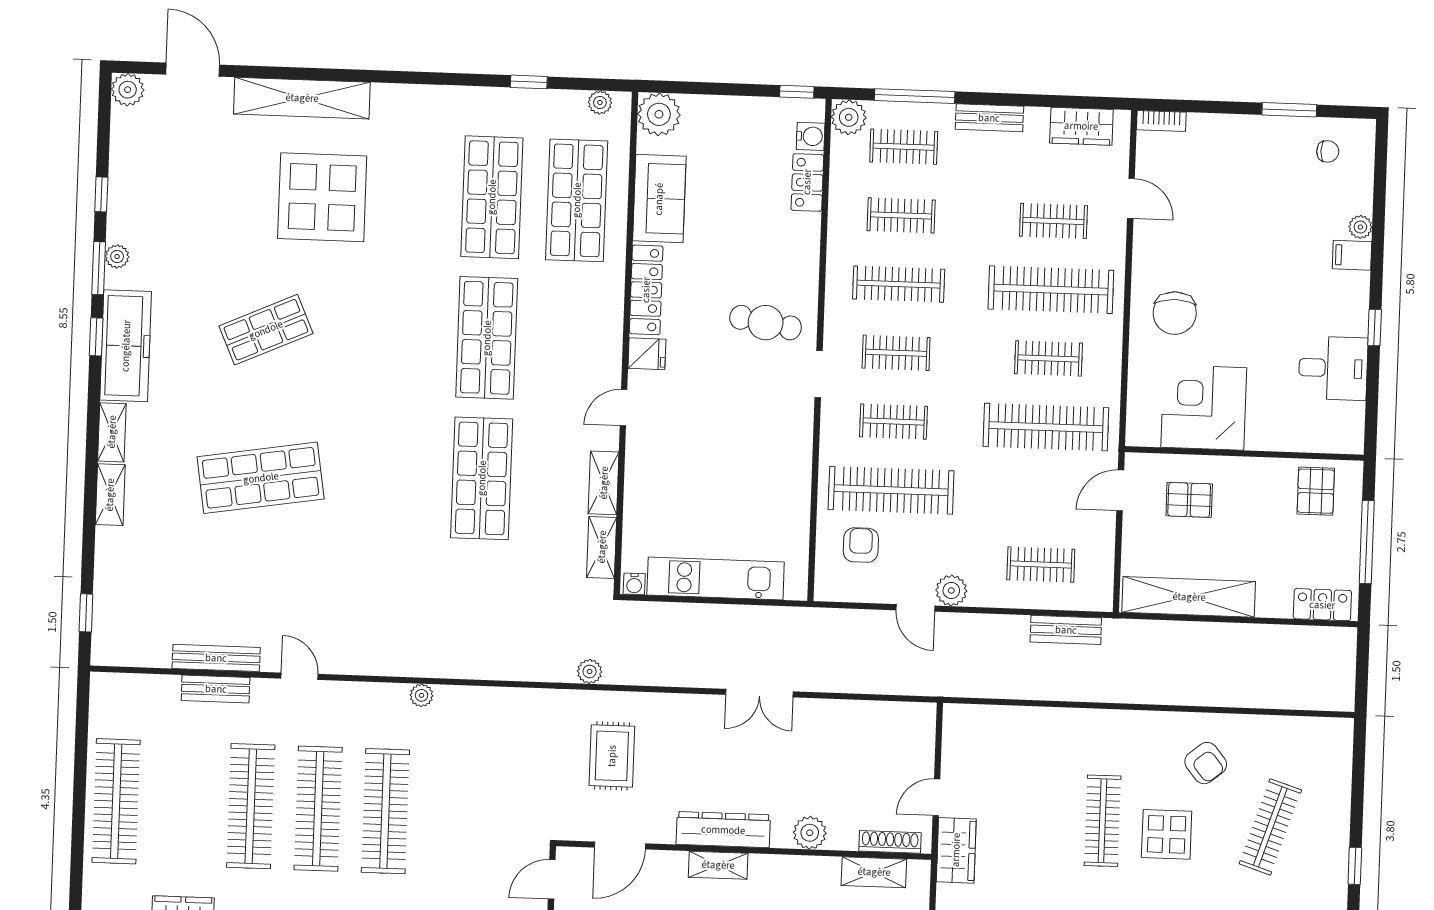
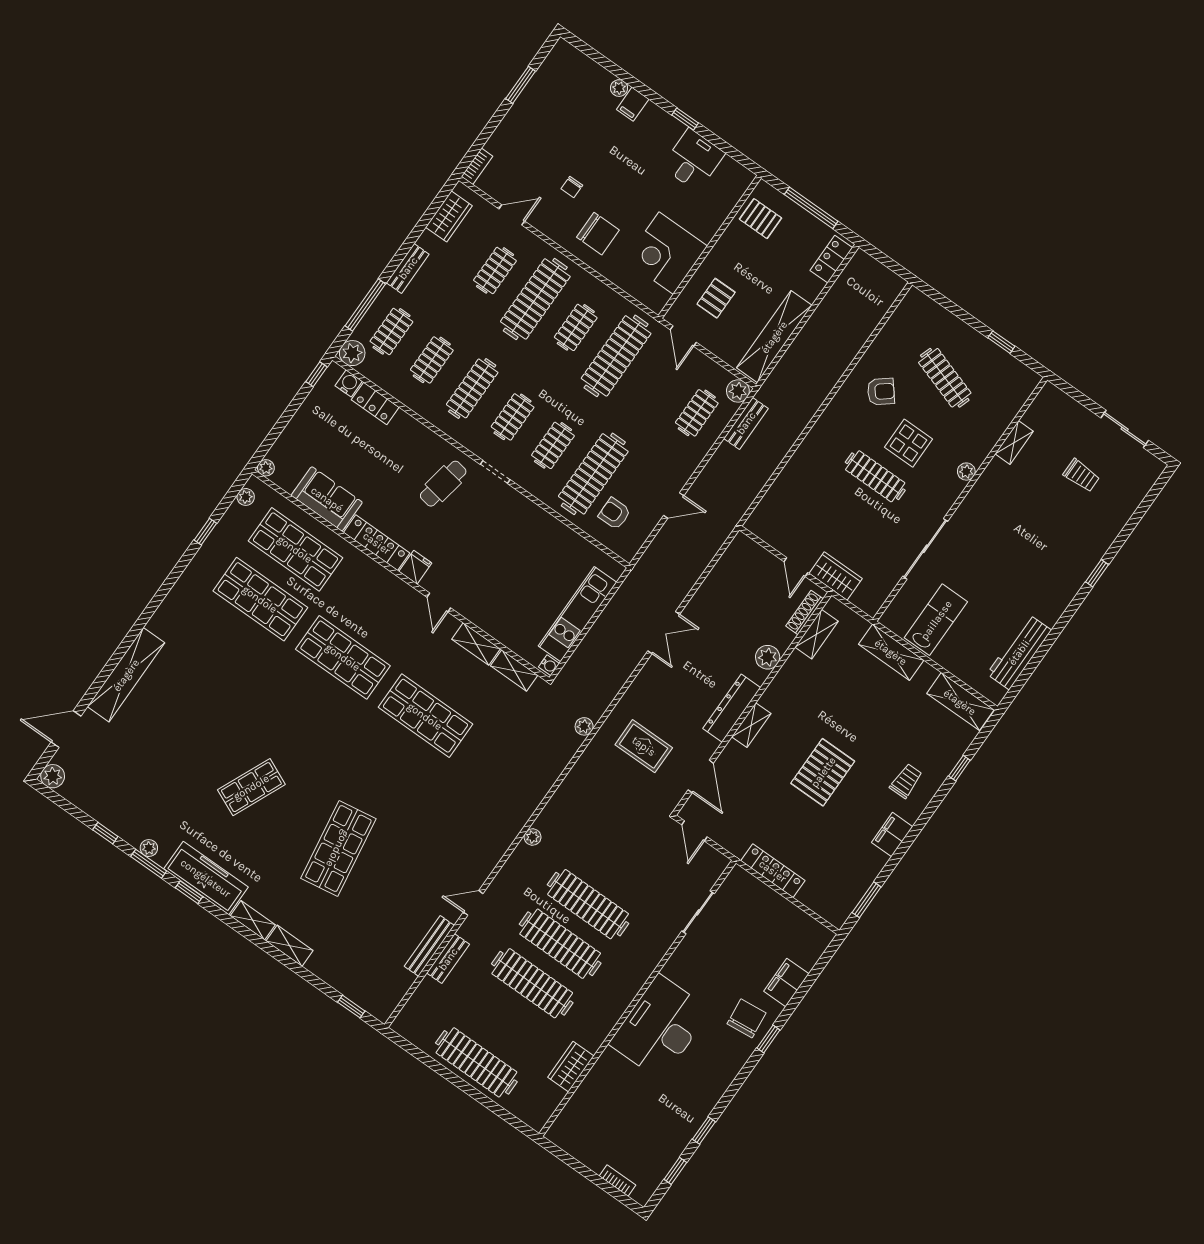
plant: (659, 114) -> (266, 468), width x0.53, depth x0.53
chair: (1328, 151) -> (572, 187), moved, turned 180
display table: (322, 197) -> (194, 701), removed
shop shelf: (266, 330) -> (251, 787), turned 48
plant: (951, 590) -> (738, 391), moved

